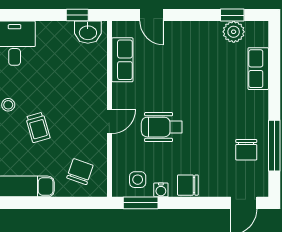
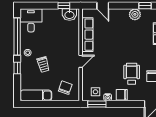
plant: (234, 32) -> (135, 14), moved
row of seats: (122, 60) -> (87, 35), width x1.48
wheelchair: (162, 127) -> (132, 74), moved, turned 90

